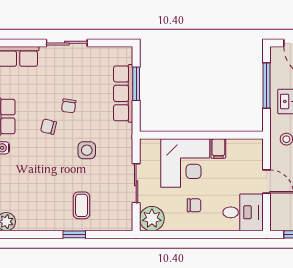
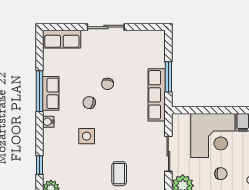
window: (136, 84) -> (168, 77), moved
row of seats: (123, 93) -> (157, 95), moved
side table: (87, 150) -> (87, 136), moved

